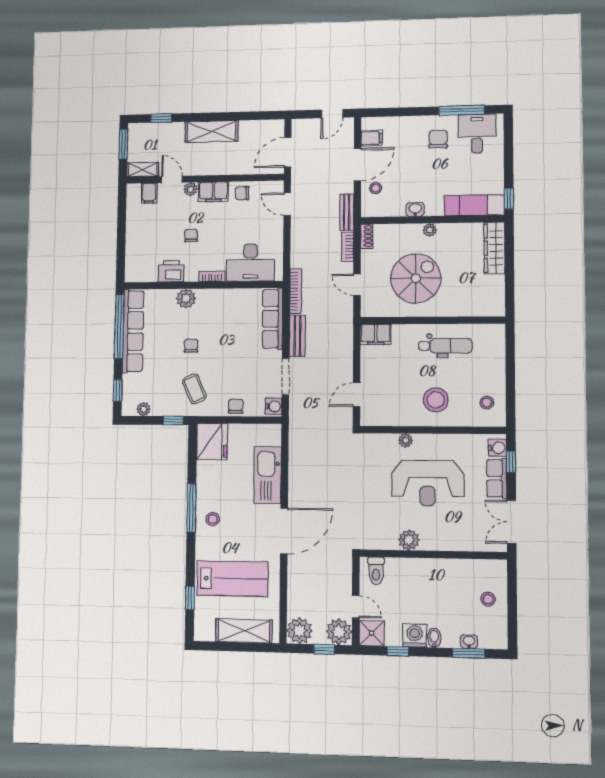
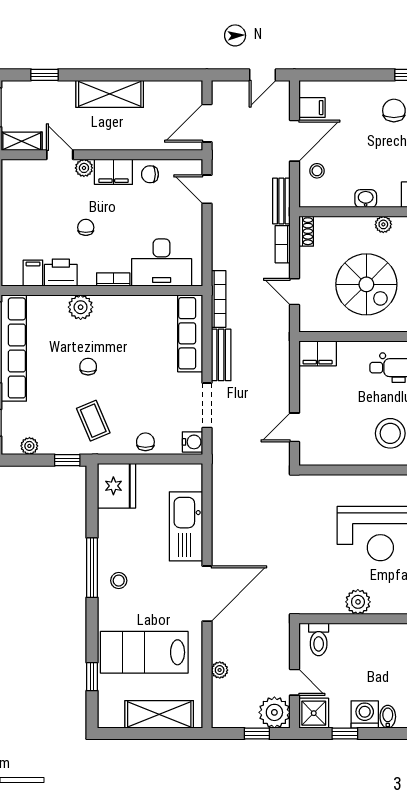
filing cabinet: (149, 193) -> (33, 273), moved, turned 180
spiral stairs: (416, 278) -> (366, 284), turned 90
plant: (405, 440) -> (354, 483), removed
lab bench: (232, 579) -> (144, 652), turned 180
plant: (299, 631) -> (220, 670), moved, width x0.53, depth x0.53

